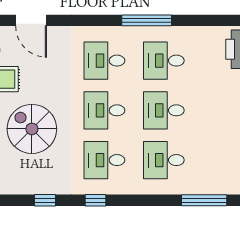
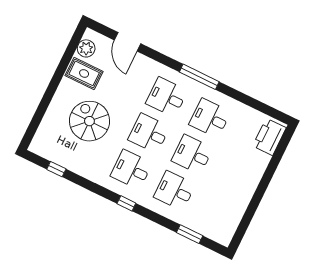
window: (147, 20) -> (199, 77), moved
window: (45, 200) -> (56, 169), moved
window: (95, 200) -> (126, 203), moved
window: (204, 200) -> (190, 234), width x0.69

